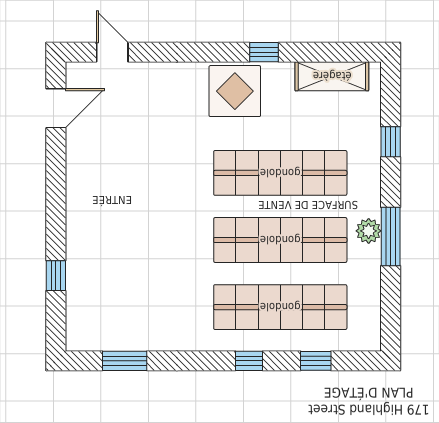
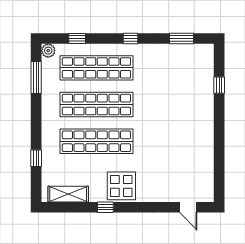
door: (56, 108) -> (219, 177), removed
plant: (369, 231) -> (48, 51), moved
window: (391, 237) -> (36, 78), moved
window: (249, 361) -> (130, 39), moved

